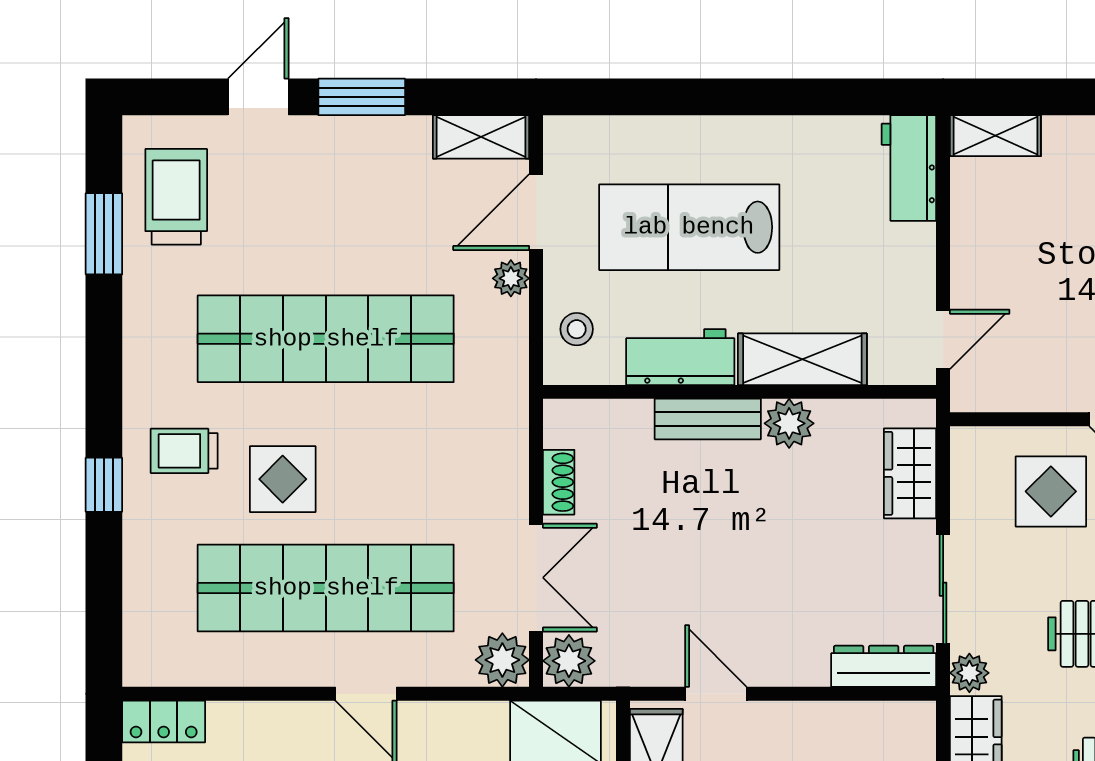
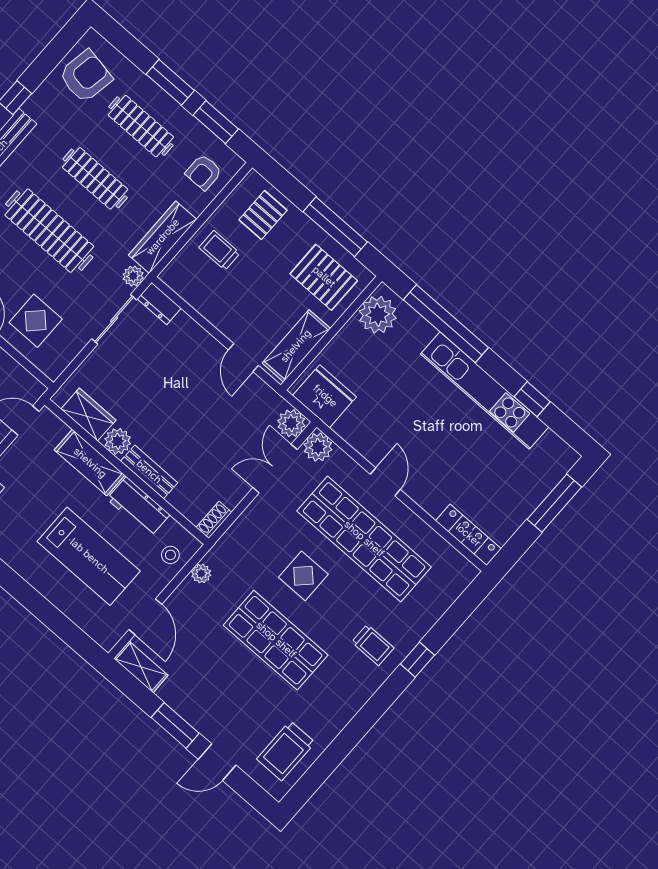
door: (536, 212) -> (145, 617), hinge flipped
window: (104, 234) -> (328, 761), removed
plant: (511, 278) -> (201, 574), moved
shop shelf: (326, 339) -> (276, 640), width x0.71
wardrobe: (910, 473) -> (88, 415), moved, turned -90
display table: (283, 479) -> (303, 576), moved
shoe rack: (559, 482) -> (214, 520), moved
dresser: (884, 666) -> (159, 304), width x0.70
locker: (164, 721) -> (468, 535), width x1.53

